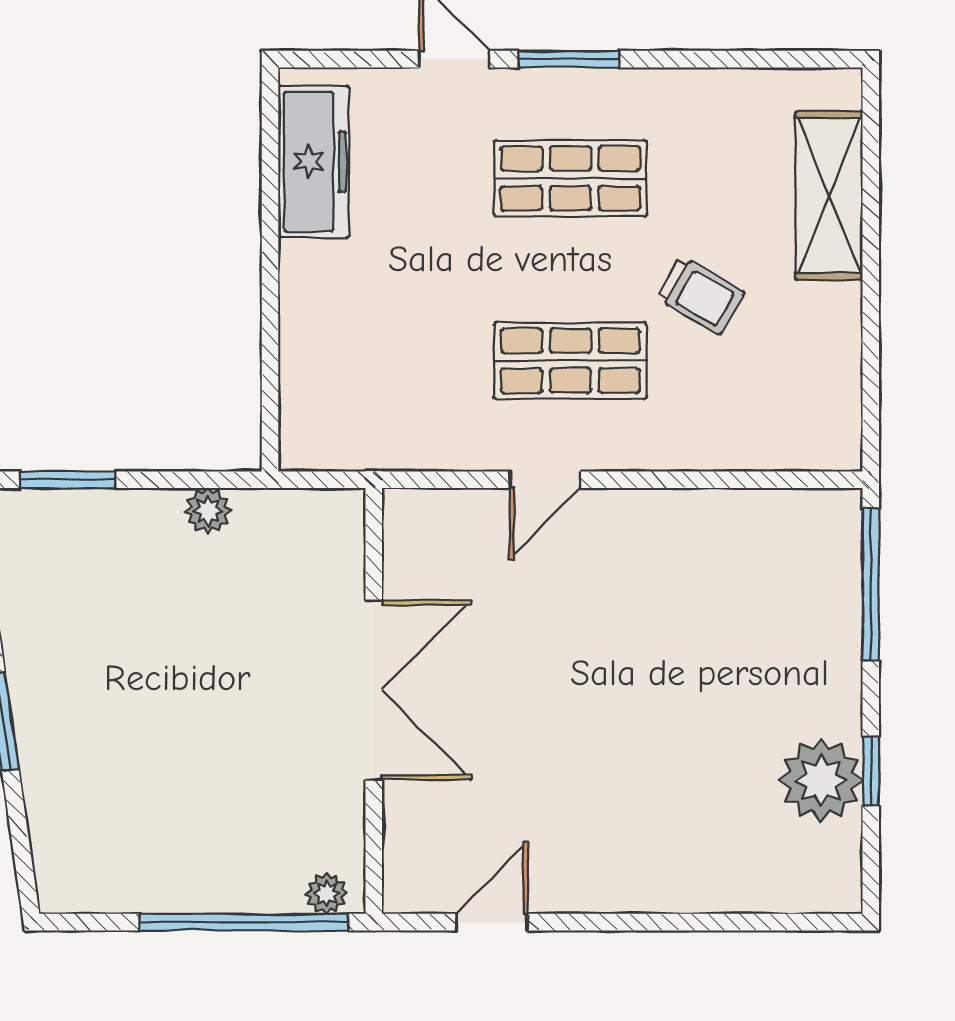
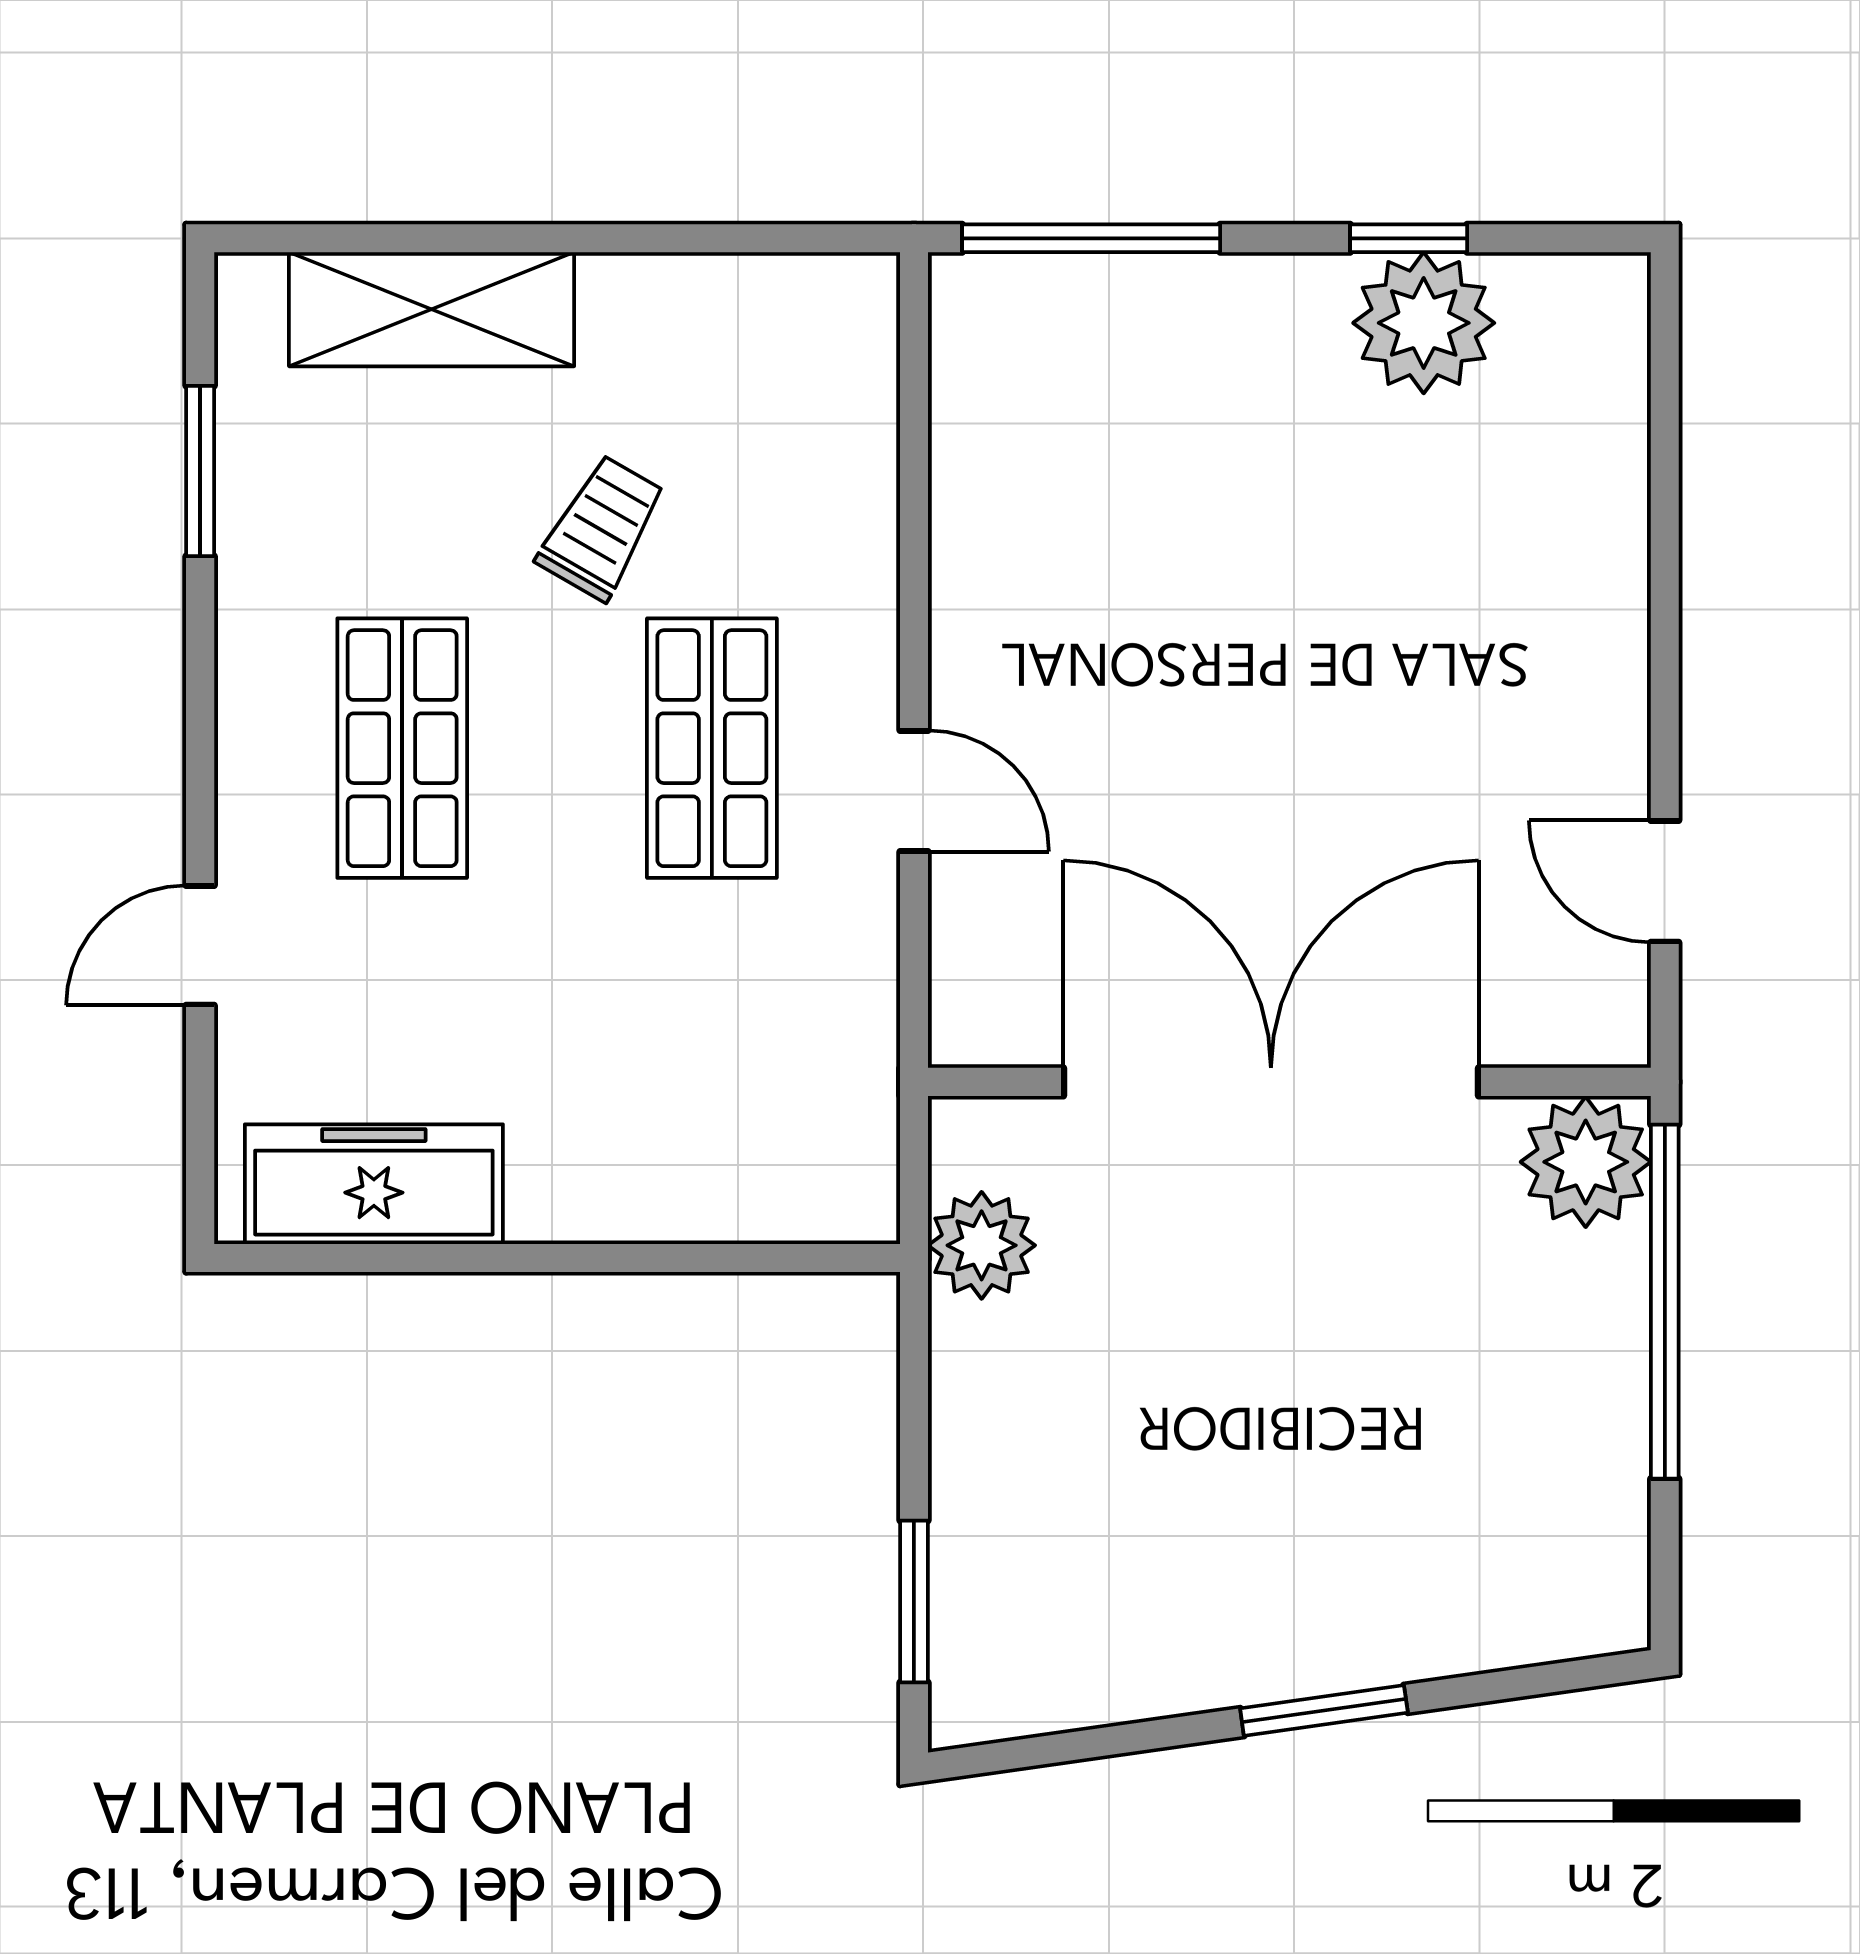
window: (569, 59) -> (200, 471), moved
plant: (208, 511) -> (982, 1245), moved, width x1.38, depth x1.38
double door: (374, 690) -> (1271, 1082), width x1.36
plant: (327, 893) -> (1586, 1162), width x1.87, depth x1.87

